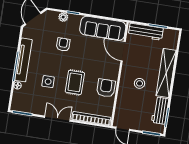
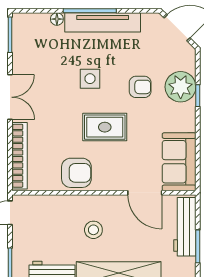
plant: (63, 17) -> (181, 87), width x1.87, depth x1.87
sofa: (103, 28) -> (179, 162), width x0.73
door: (123, 51) -> (145, 193), swing flipped
side table: (48, 82) -> (90, 79), moved
rug: (75, 82) -> (105, 127), moved

